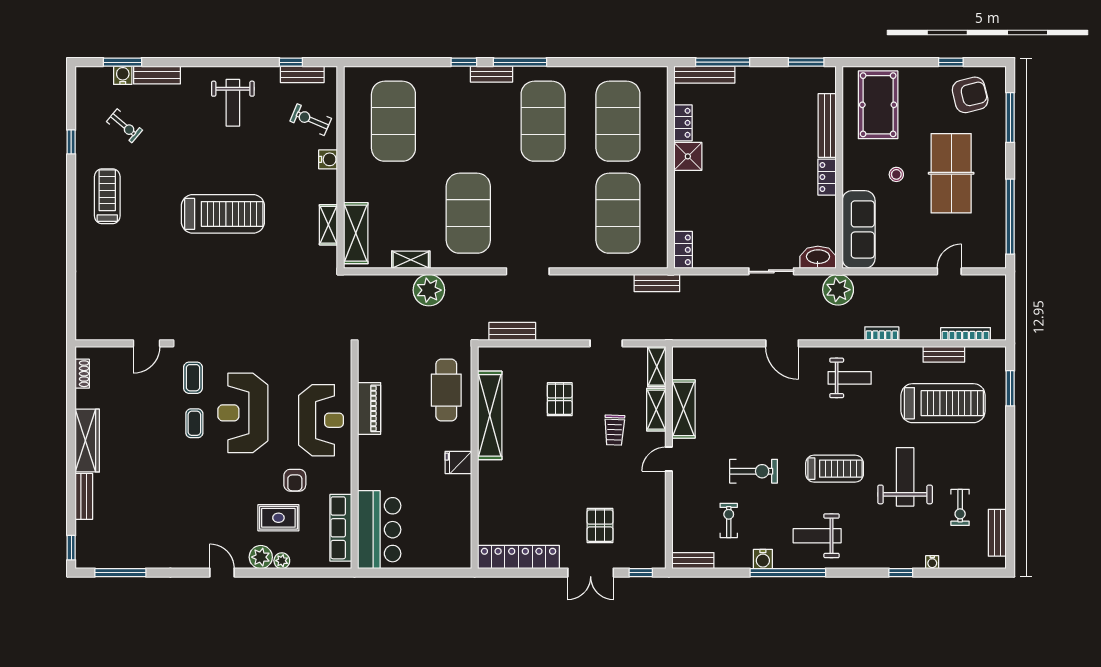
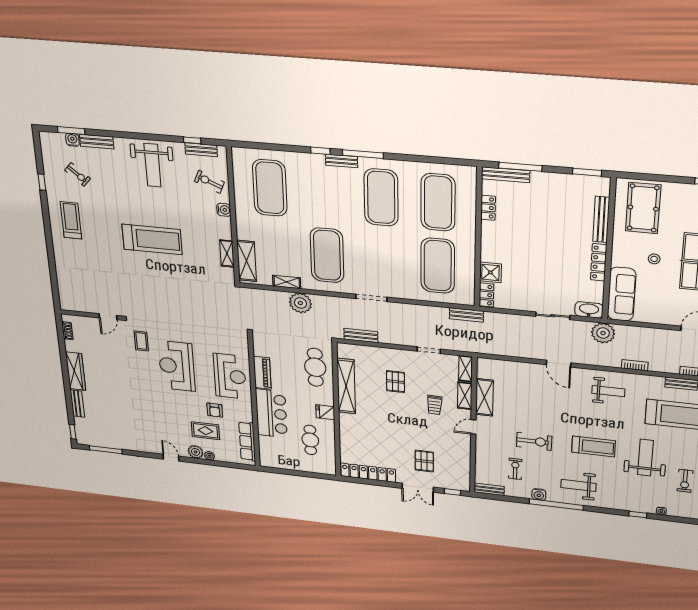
weight bench: (233, 103) -> (153, 165), width x1.36, depth x1.33
shower: (688, 156) -> (490, 272), moved
locker: (827, 177) -> (599, 262), width x1.53
coffee table: (194, 423) -> (145, 369), removed
cafe table: (435, 512) -> (310, 440), added
bar counter: (379, 530) -> (271, 413), moved

